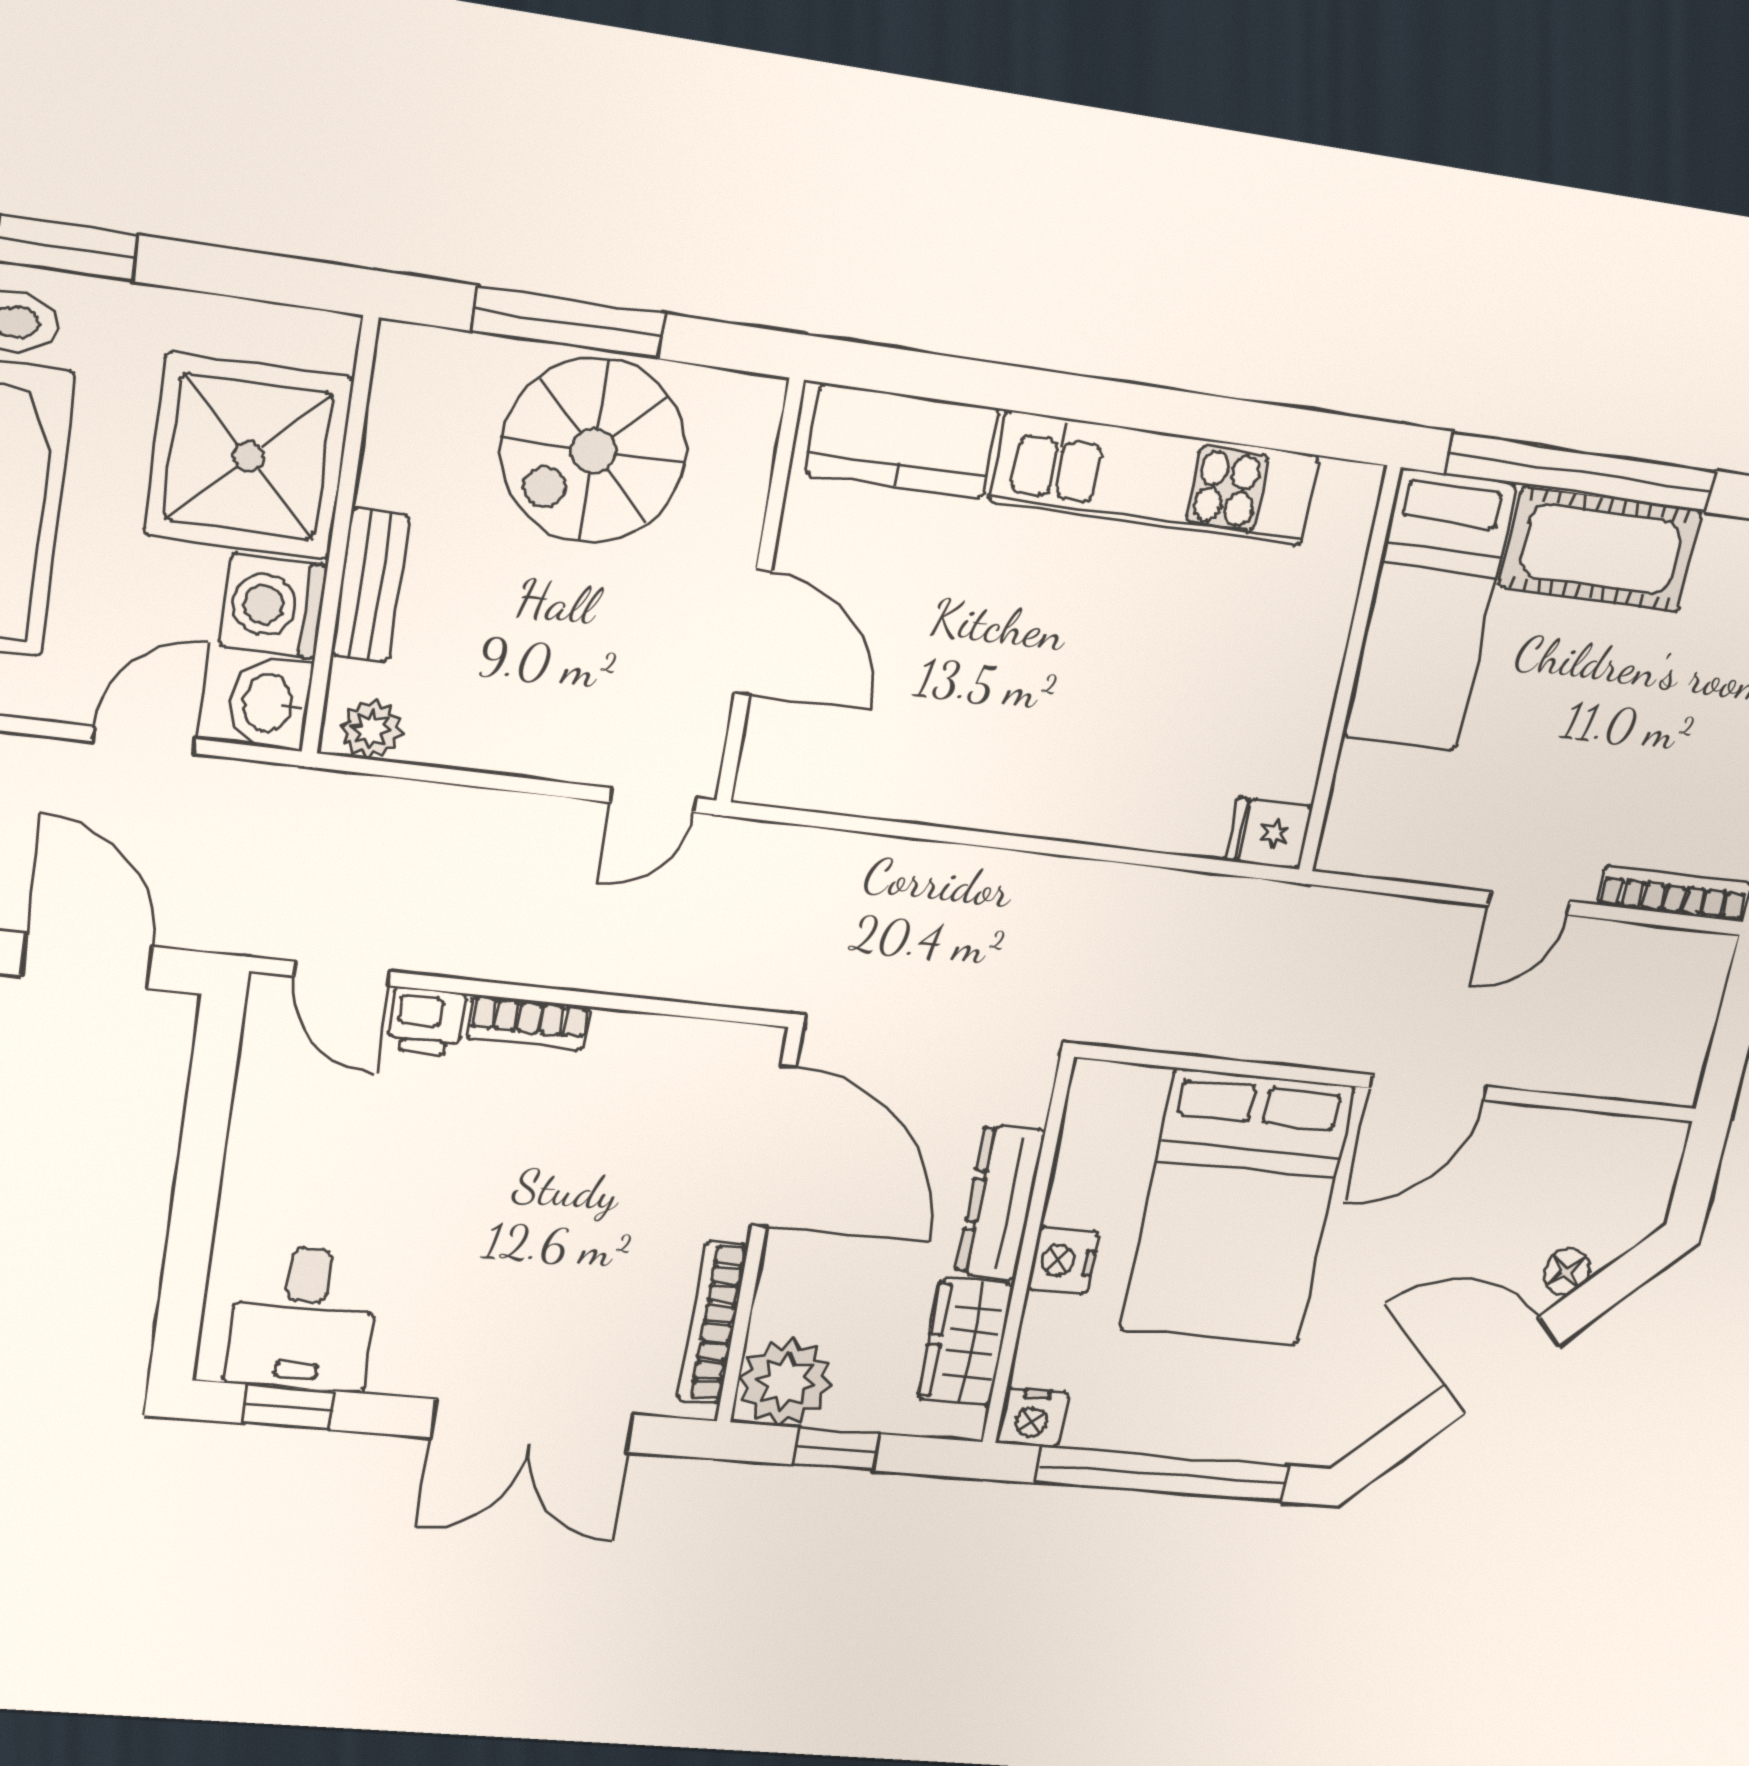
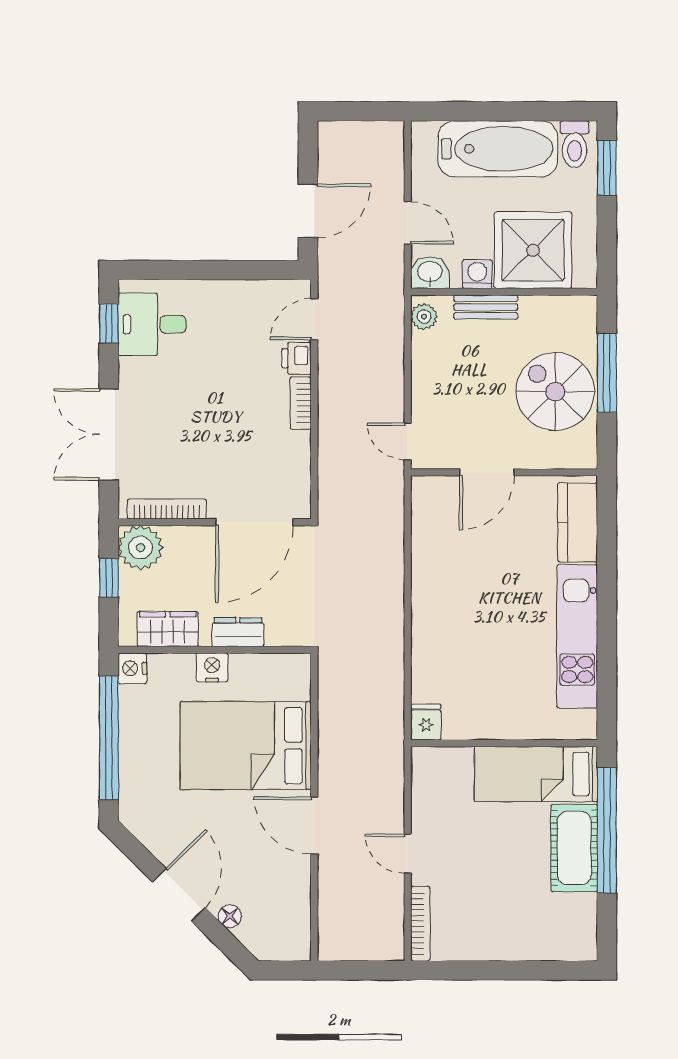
washing machine: (273, 606) -> (477, 274), width x0.73, depth x0.73
dresser: (1000, 1202) -> (238, 632), width x0.70

